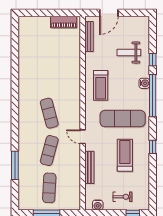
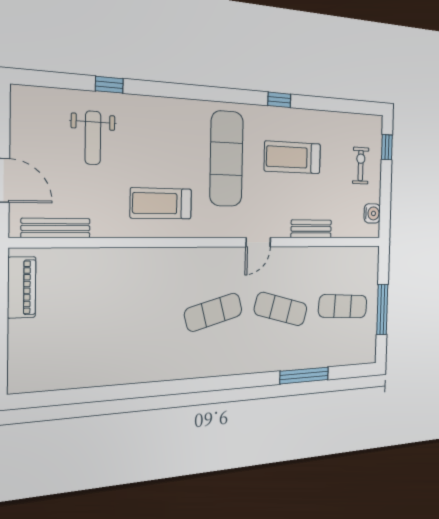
water cooler: (144, 83) -> (159, 108), removed
treadmill: (101, 85) -> (161, 203), turned 180
window: (153, 96) -> (184, 91), removed
bench: (89, 167) -> (311, 229), width x0.73

